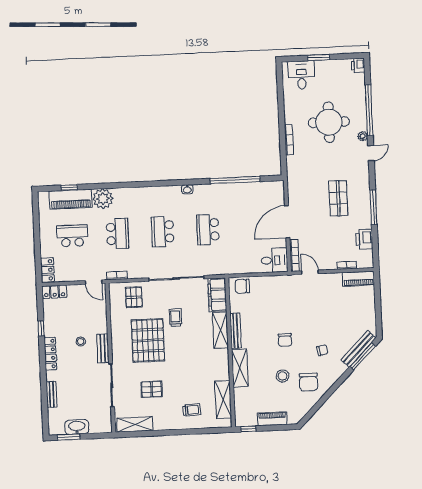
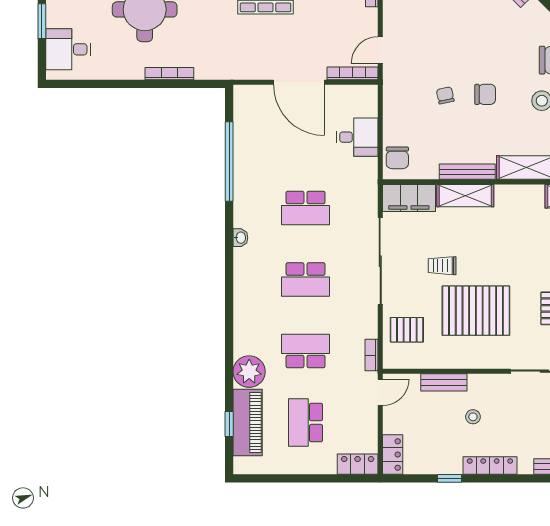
desk: (274, 260) -> (357, 137), moved, turned 90
bench: (103, 348) -> (444, 382), moved
chair: (322, 350) -> (445, 95), moved

